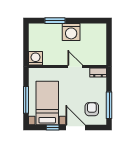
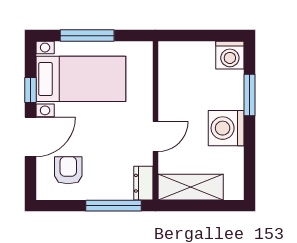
shelving: (100, 49) -> (191, 187), added
washing machine: (36, 58) -> (230, 55), moved, turned 90
window: (109, 105) -> (113, 206), moved
armchair: (92, 109) -> (68, 170), turned -90

